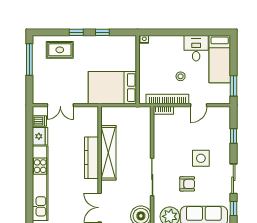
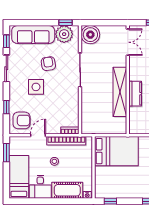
window: (102, 32) -> (110, 201), moved
cot: (166, 44) -> (67, 190), added
armchair: (217, 121) -> (22, 120), added
kitchen counter: (91, 158) -> (135, 94), width x0.67
armchair: (187, 184) -> (48, 64), turned 81

